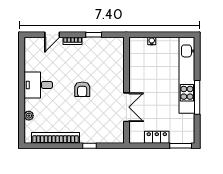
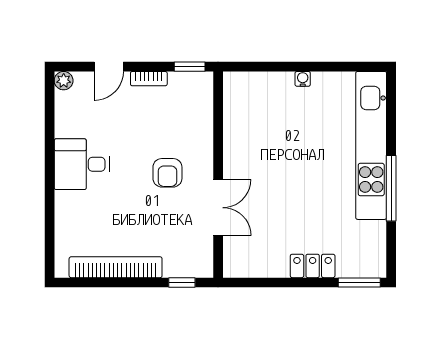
wall: (126, 90) -> (218, 175), moved
double door: (126, 107) -> (218, 208), moved
plant: (29, 116) -> (64, 81), moved

